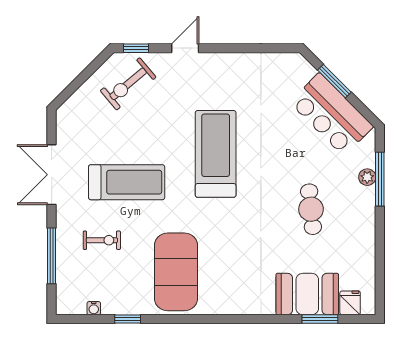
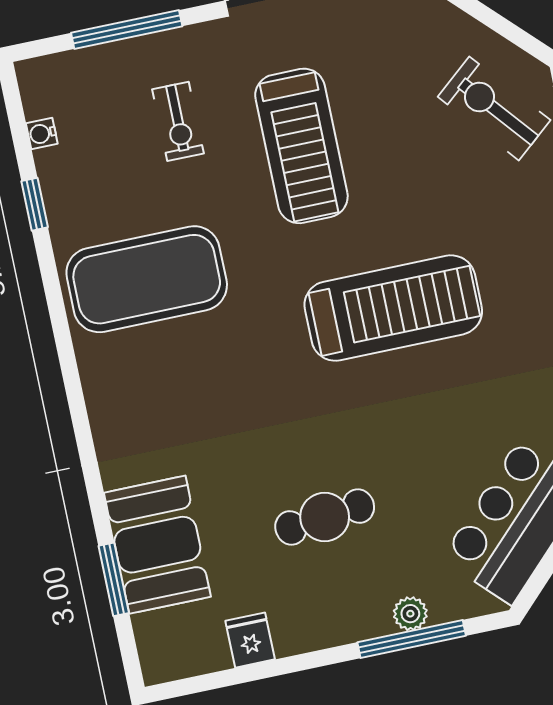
fridge: (350, 303) -> (250, 640), moved, turned -90

